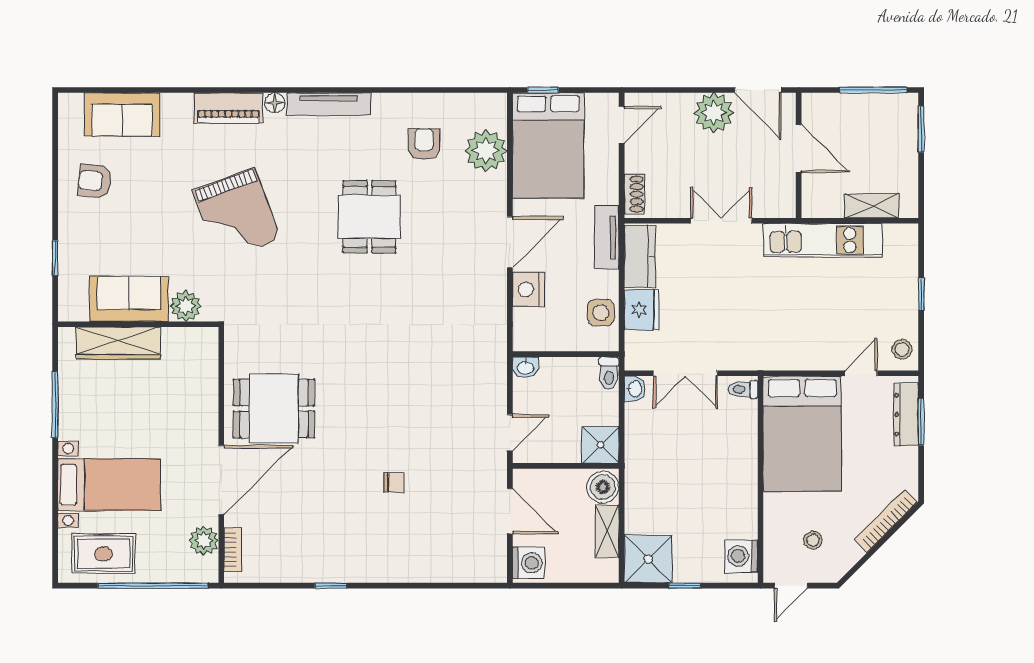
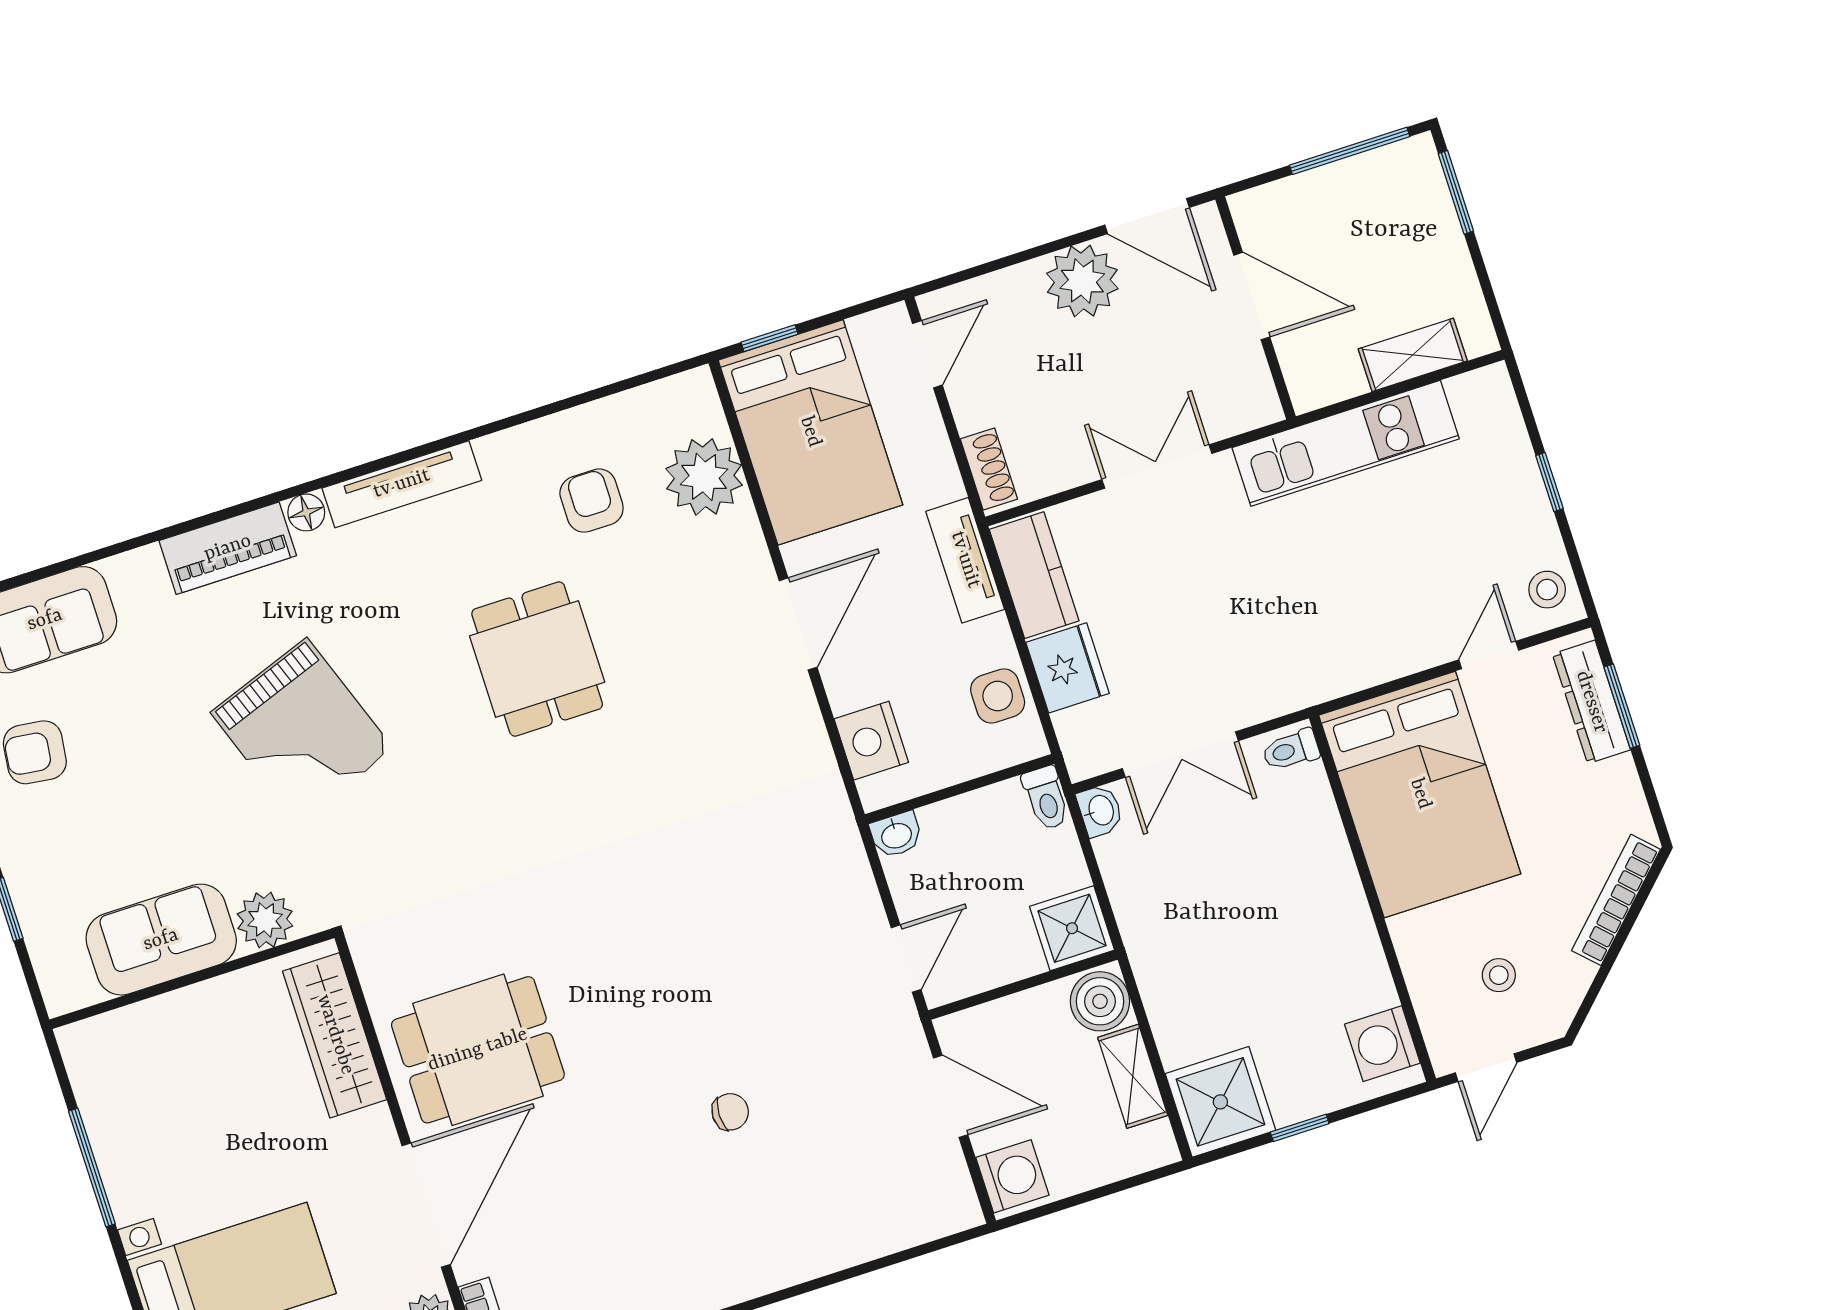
nightstand: (528, 289) -> (871, 741), moved
wardrobe: (118, 343) -> (335, 1035), moved, turned 90

